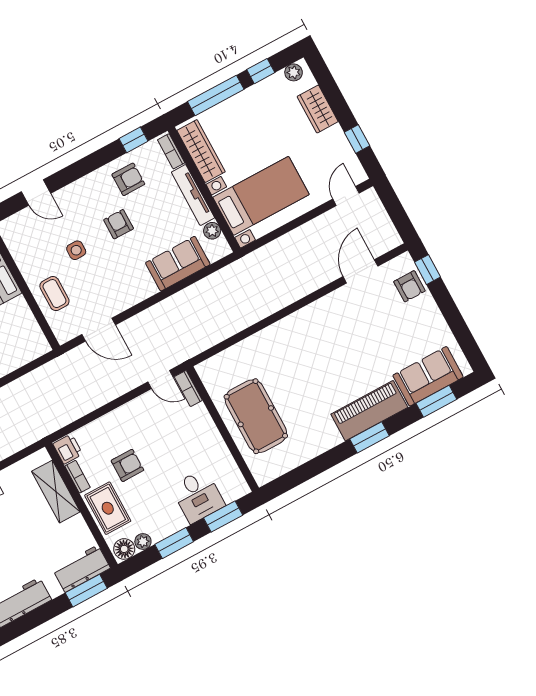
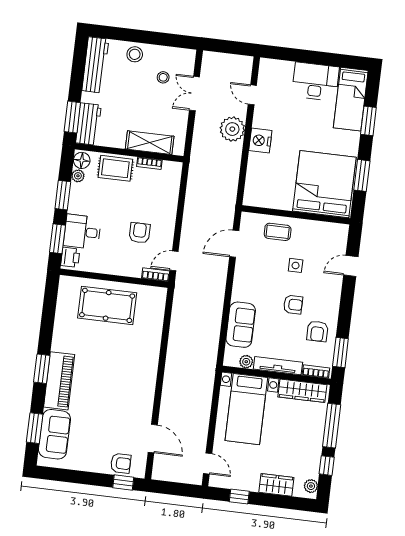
window: (133, 140) -> (340, 352), width x1.50
armchair: (409, 286) -> (121, 463), turned 180
printer: (68, 449) -> (70, 257), moved, turned -90
armchair: (127, 465) -> (140, 233), moved, turned 180

